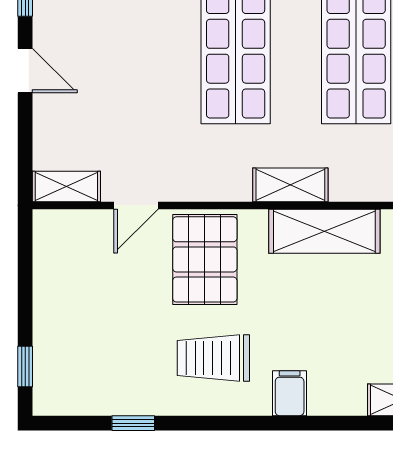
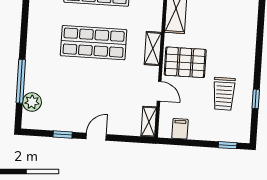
shelving: (290, 185) -> (153, 49), moved
trolley: (213, 358) -> (224, 94), moved
filing cabinet: (290, 393) -> (180, 129), moved, turned 90

